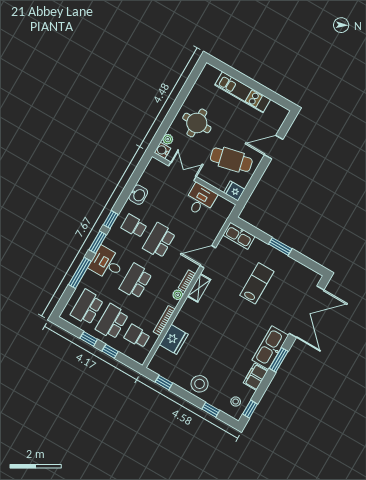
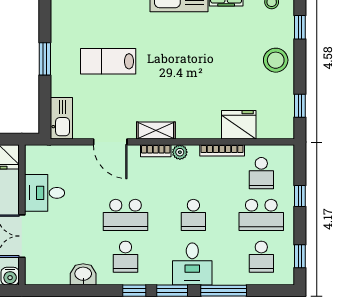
school desk: (136, 281) -> (193, 215), width x0.54
school desk: (87, 307) -> (261, 257), width x0.54
window: (89, 339) -> (300, 256), moved

